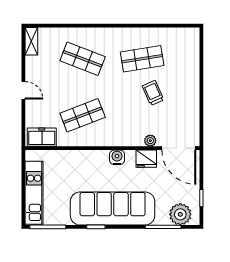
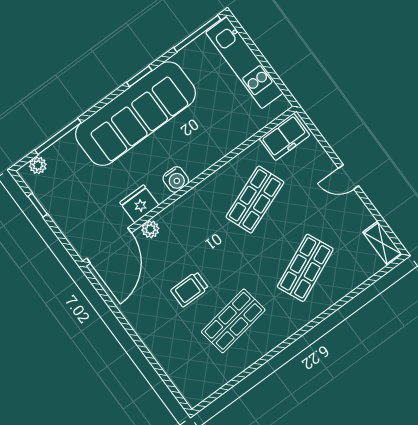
shop shelf: (83, 59) -> (305, 268), turned -45
trolley: (153, 93) -> (190, 289), turned 114
door: (179, 148) -> (109, 246), swing flipped
plant: (180, 214) -> (38, 165), width x0.53, depth x0.53

